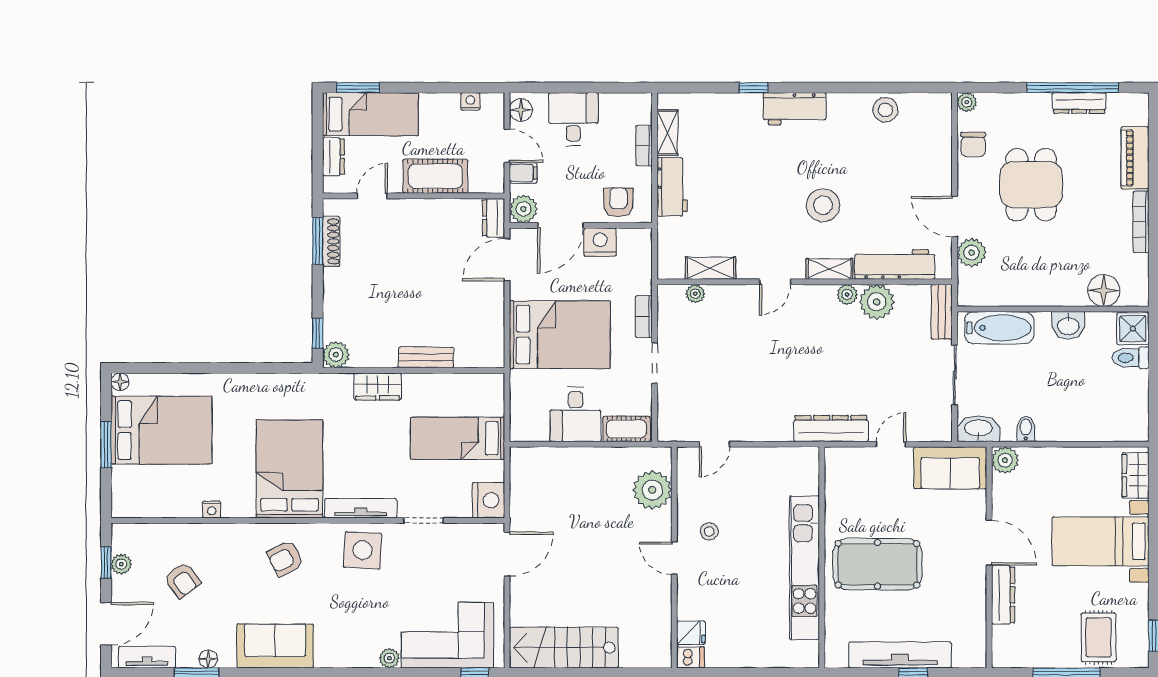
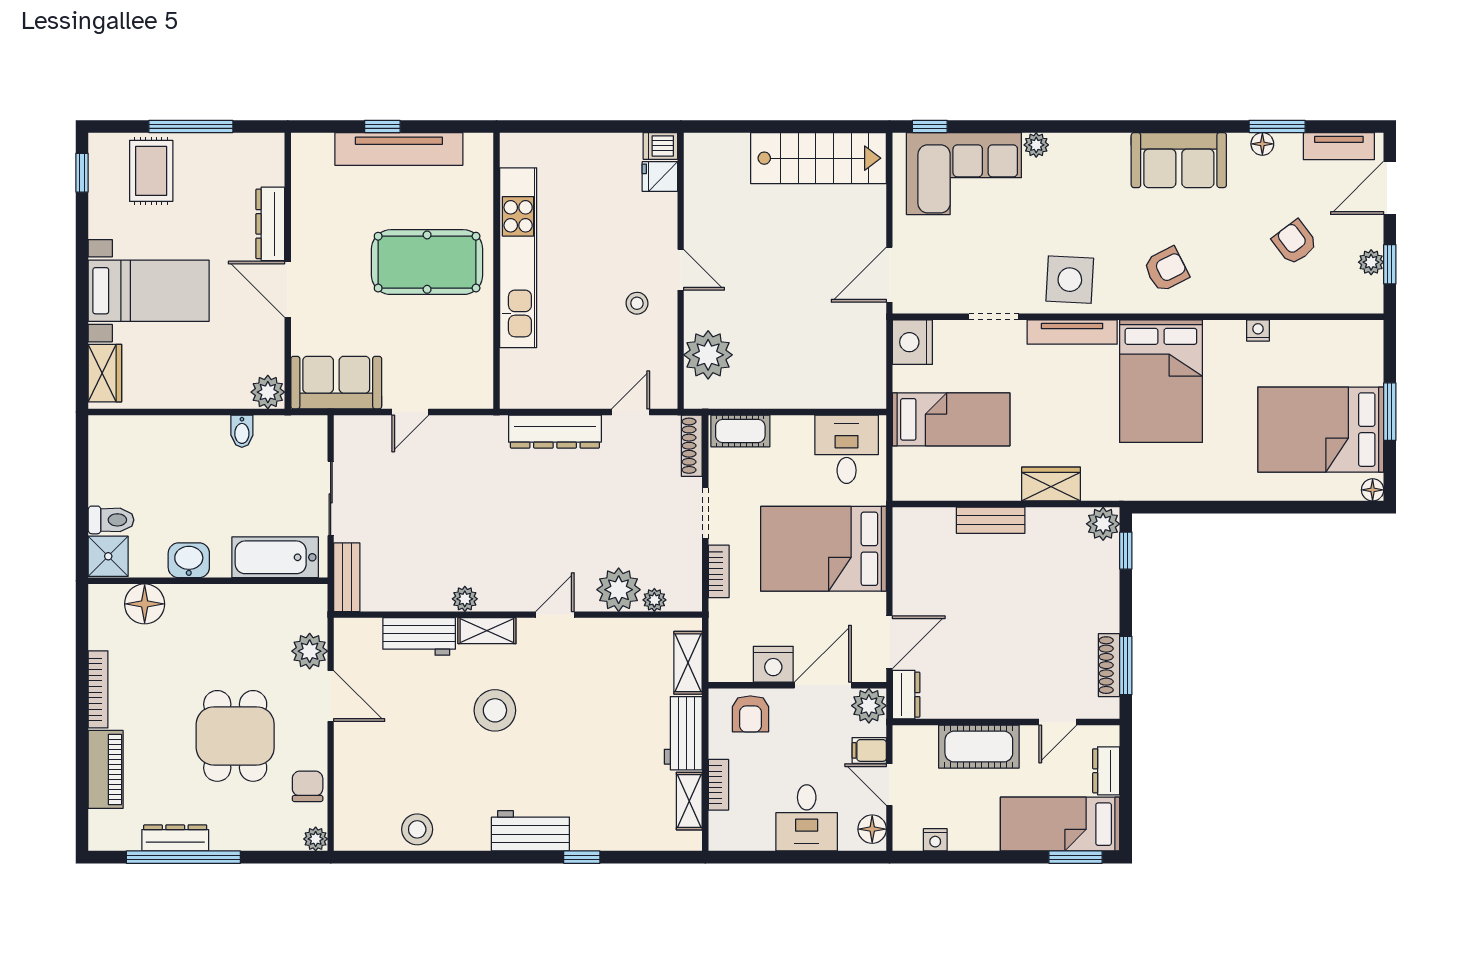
workbench: (895, 264) -> (419, 636), width x0.73
shelving: (710, 268) -> (688, 663), moved, turned 90
plant: (877, 302) -> (619, 590), moved
desk: (576, 414) -> (847, 449), moved
shoe rack: (665, 417) -> (692, 446), added
dresser: (831, 429) -> (555, 432), moved
washbasin: (979, 429) -> (301, 431), removed

